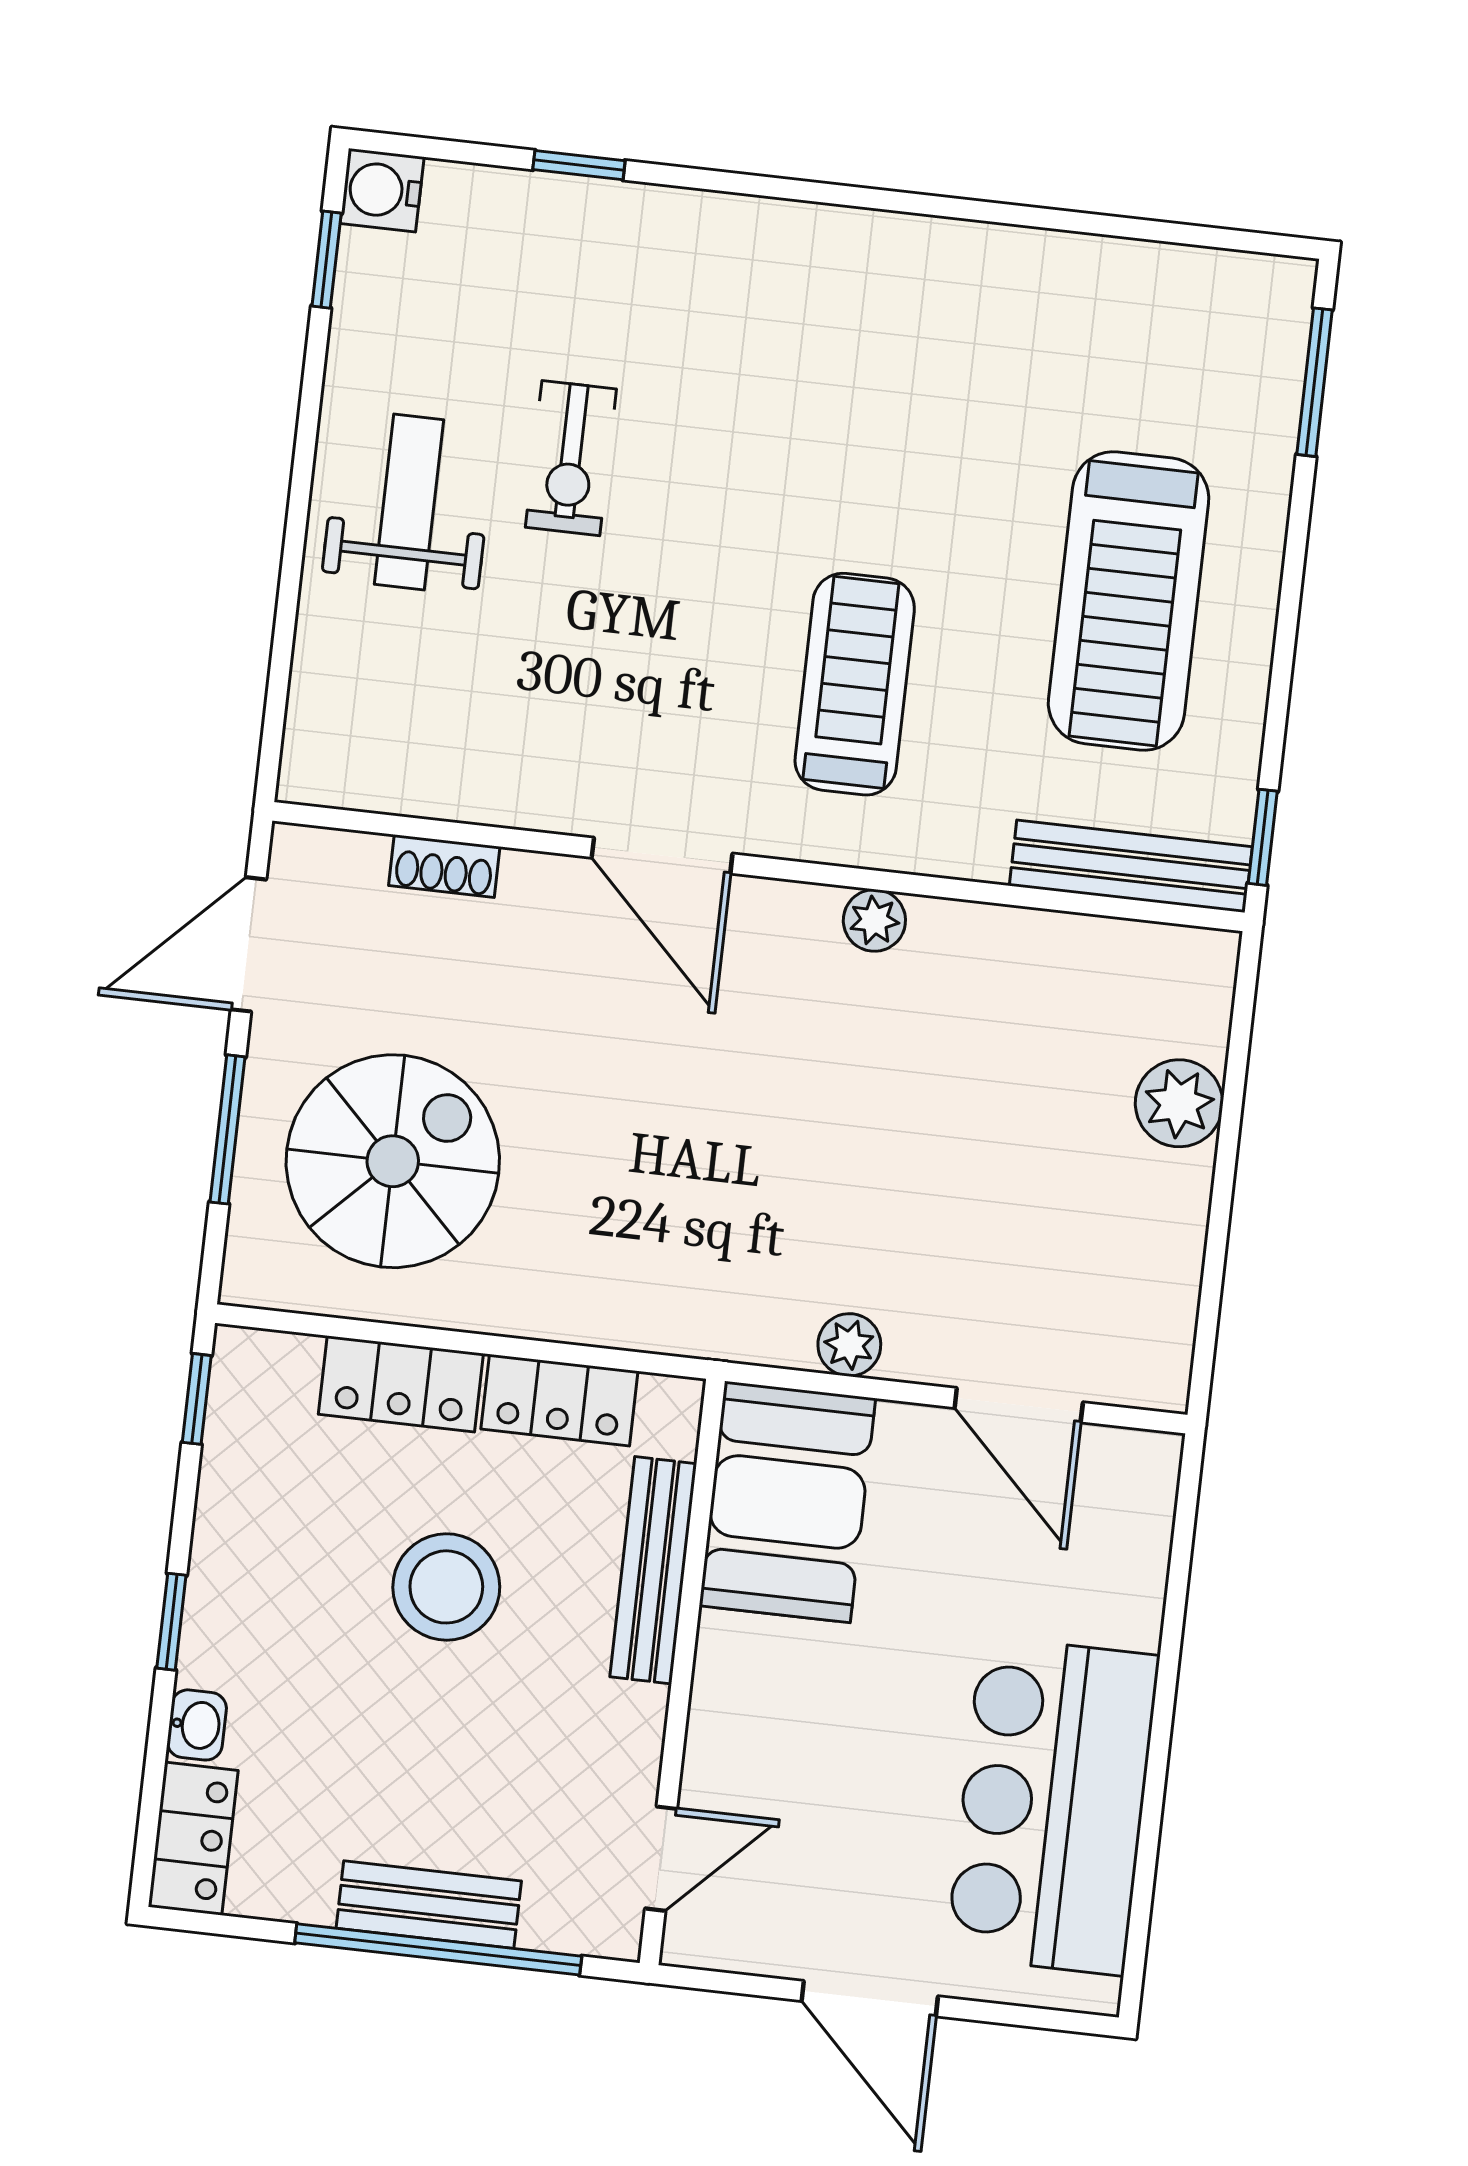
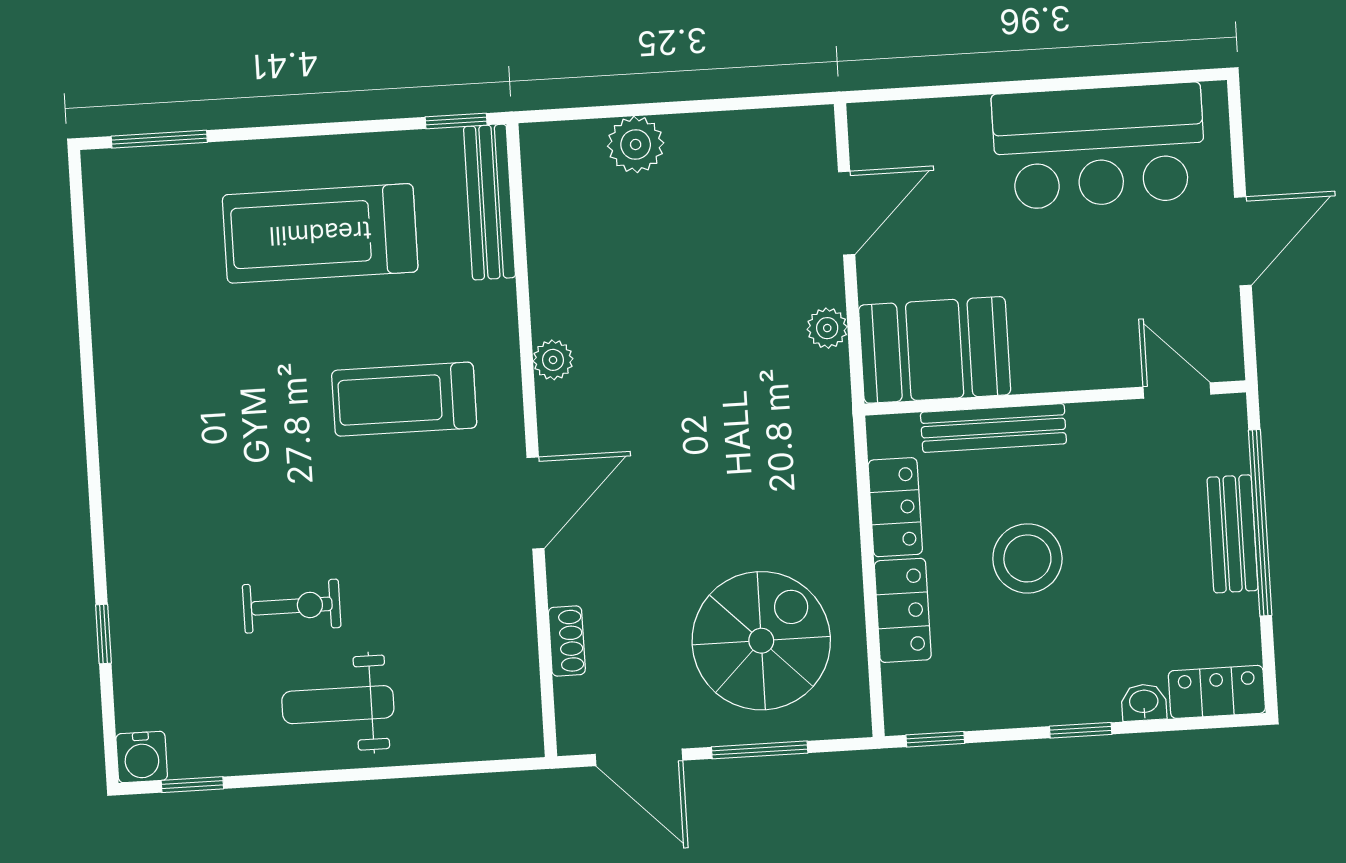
treadmill: (1129, 601) -> (320, 233), turned 180
spiral stairs: (393, 1161) -> (761, 641), turned 90

